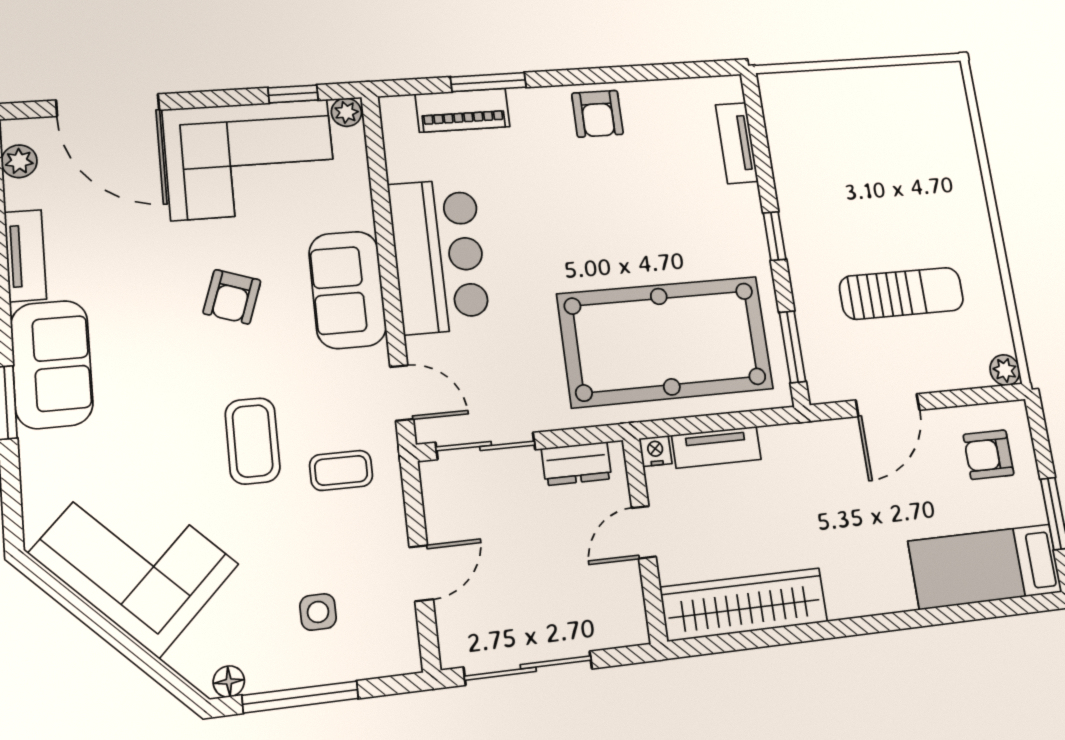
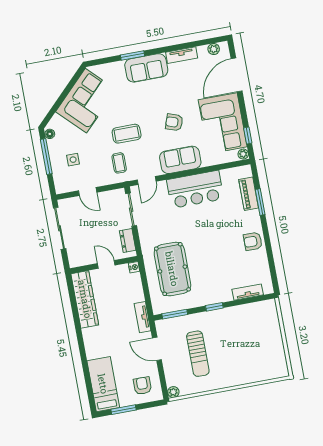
pool table: (665, 341) -> (172, 269), width x0.73, depth x0.76
tv unit: (716, 447) -> (142, 317), moved

